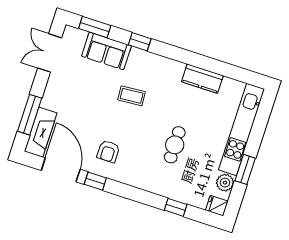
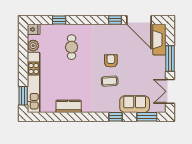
double door: (50, 53) -> (170, 91), swing flipped
window: (30, 115) -> (170, 58), moved
cafe table: (175, 145) -> (72, 47), moved
armchair: (108, 151) -> (111, 61), moved
window: (245, 169) -> (23, 96), moved

